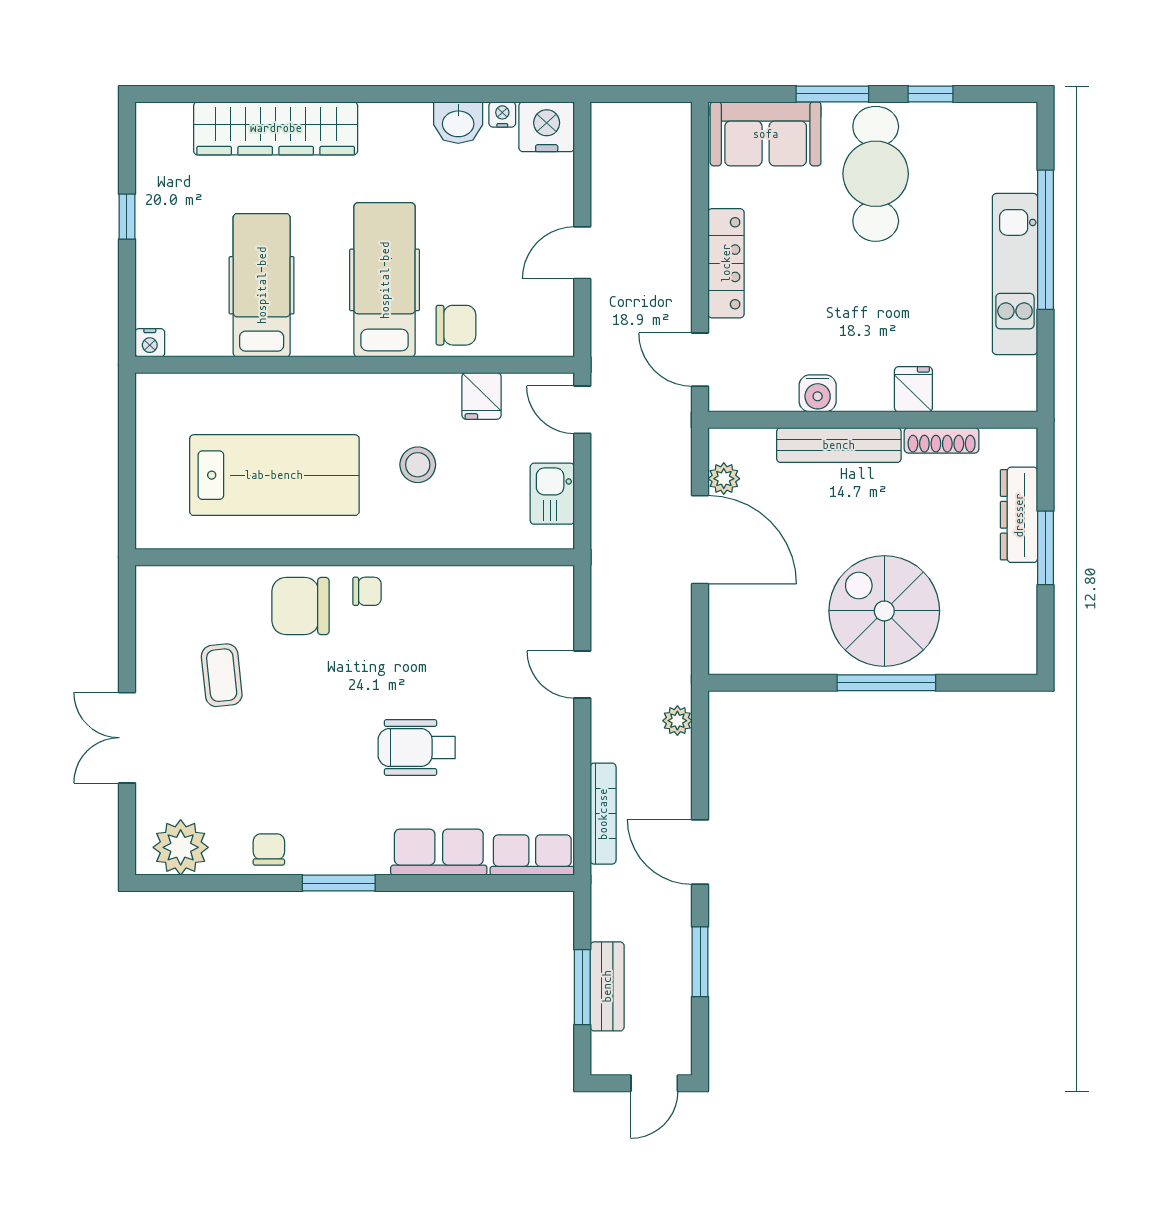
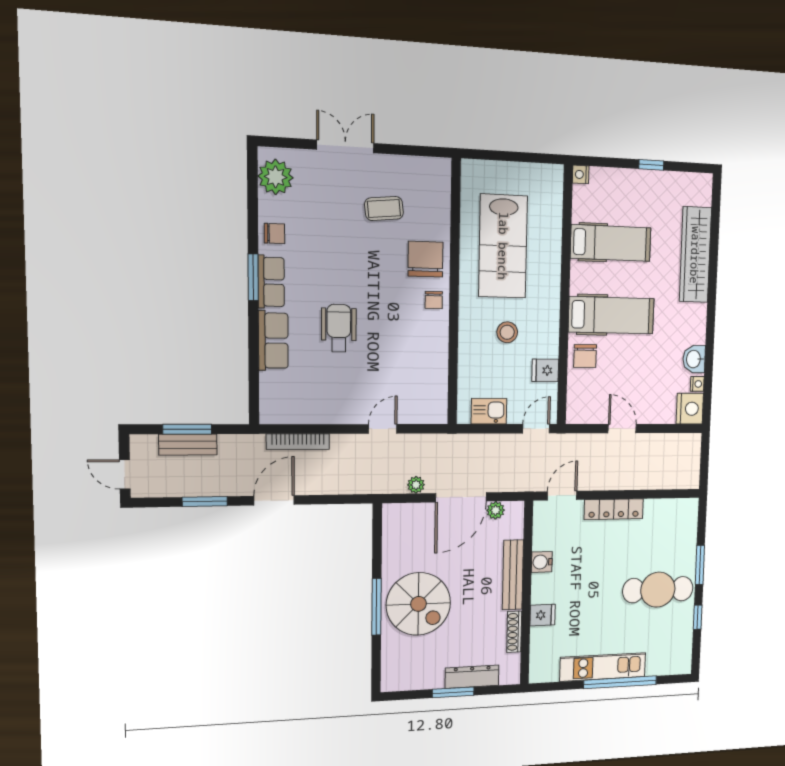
sofa: (766, 134) -> (681, 529), removed
spiral stairs: (884, 611) -> (418, 604), turned 90
plant: (677, 721) -> (416, 485), moved
row of seats: (532, 855) -> (271, 282), moved

